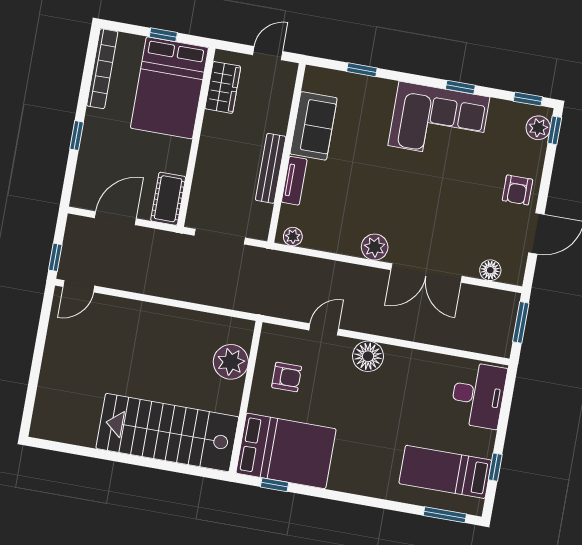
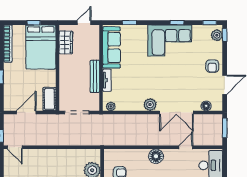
sofa: (314, 126) -> (111, 47), width x1.36
door: (79, 286) -> (15, 147), hinge flipped
door: (324, 329) -> (186, 147), moved

